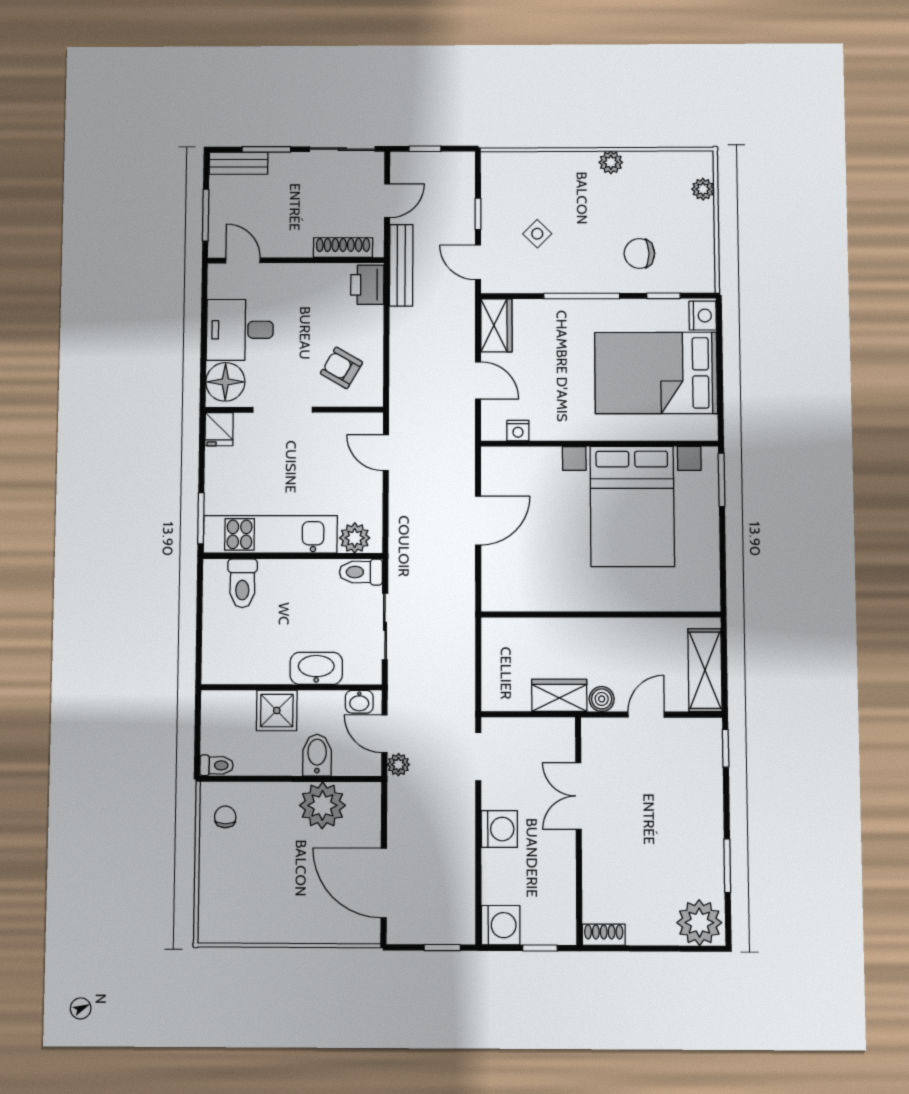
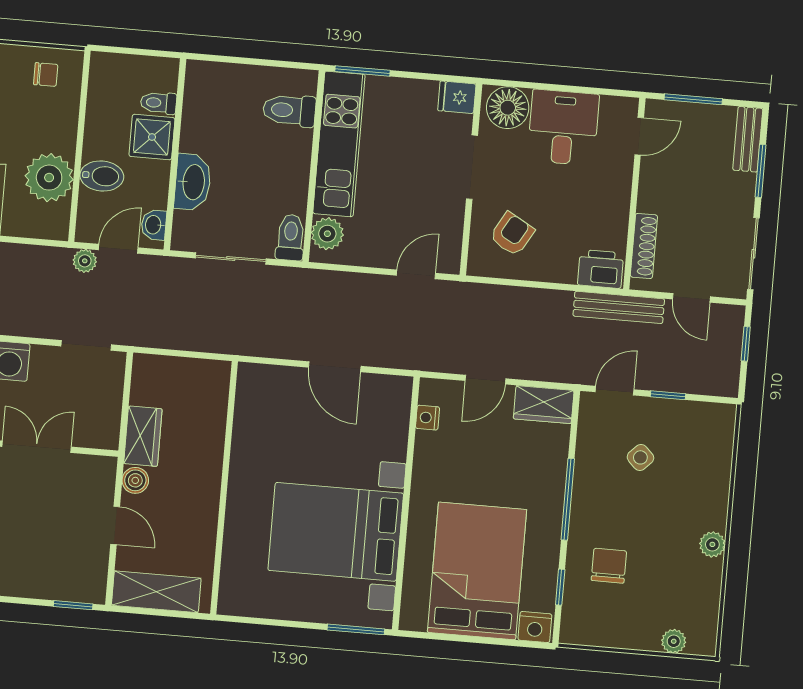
toilet: (217, 765) -> (159, 103), moved, turned 90

